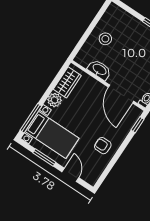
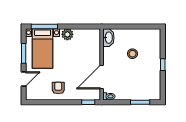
stool: (105, 39) -> (133, 54), moved
washbasin: (99, 70) -> (108, 38), moved
wardrobe: (67, 82) -> (85, 35), removed

